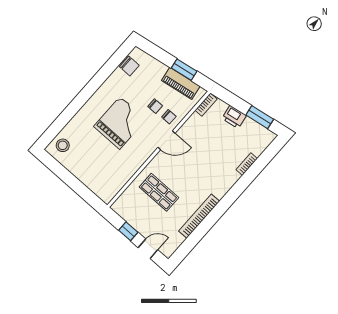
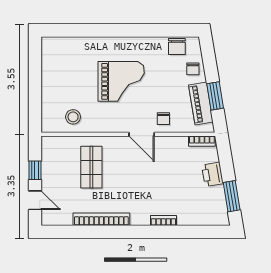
chair: (155, 106) -> (193, 69), moved
stool: (63, 145) -> (73, 117), moved
bookcase: (247, 164) -> (163, 221), moved

